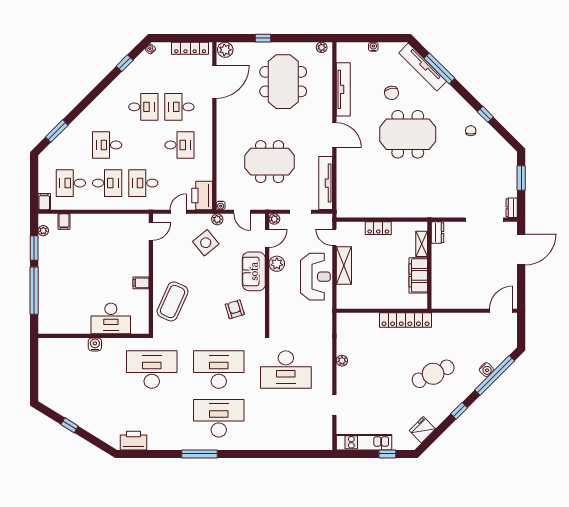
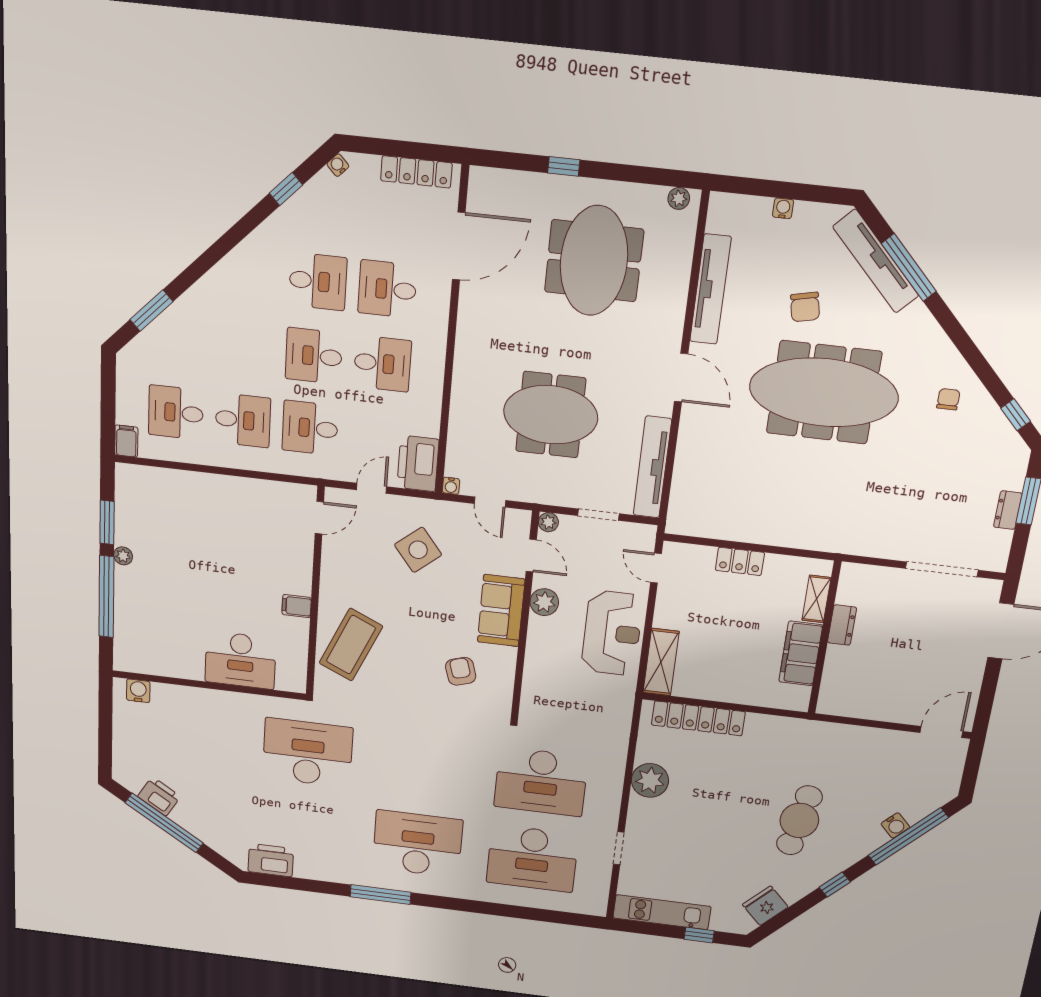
plant: (225, 50) -> (486, 183), removed
window: (485, 114) -> (1016, 415), moved
meeting table: (408, 134) -> (824, 392), width x1.36
desk: (107, 145) -> (314, 356), moved
dresser: (512, 208) -> (1008, 510), moved
plant: (217, 219) -> (443, 510), removed
filing cabinet: (64, 222) -> (162, 482), removed
plant: (43, 231) -> (123, 556), moved
dresser: (438, 233) -> (842, 625), moved
door: (267, 238) -> (531, 555), hinge flipped
shelving: (344, 265) -> (661, 662), moved
locker: (406, 320) -> (698, 718), moved
water cooler: (95, 344) -> (138, 691), moved
plant: (342, 361) -> (650, 780), width x1.88, depth x1.88
desk: (219, 370) -> (532, 858), moved, turned 180
cafe table: (433, 374) -> (799, 820), turned -54
printer: (66, 409) -> (159, 796), added
window: (70, 425) -> (164, 823), width x3.17

